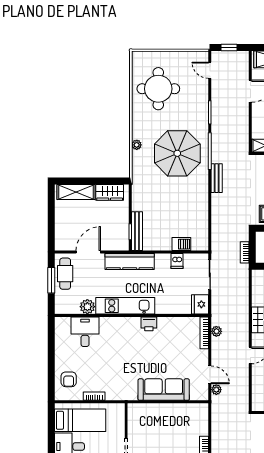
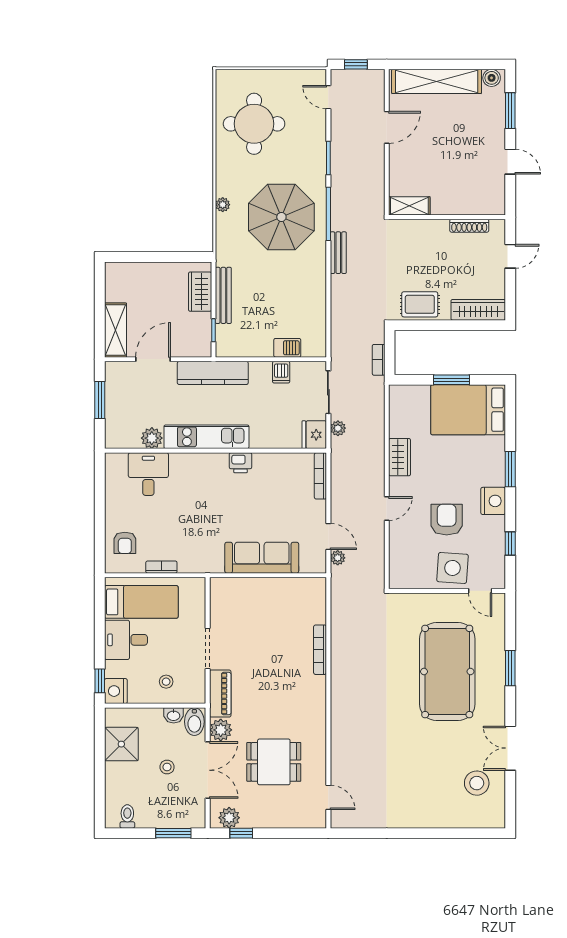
shelving: (76, 192) -> (115, 330), moved, turned 90
wardrobe: (110, 192) -> (200, 292), moved, turned 90
bench: (137, 231) -> (223, 295), moved
cafe table: (65, 274) -> (120, 390), removed
plant: (216, 331) -> (338, 428), moved

